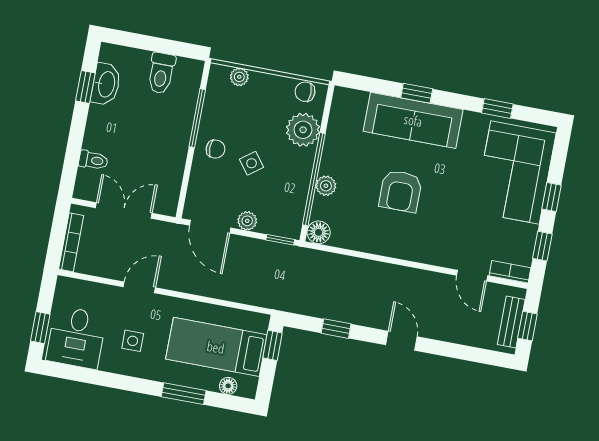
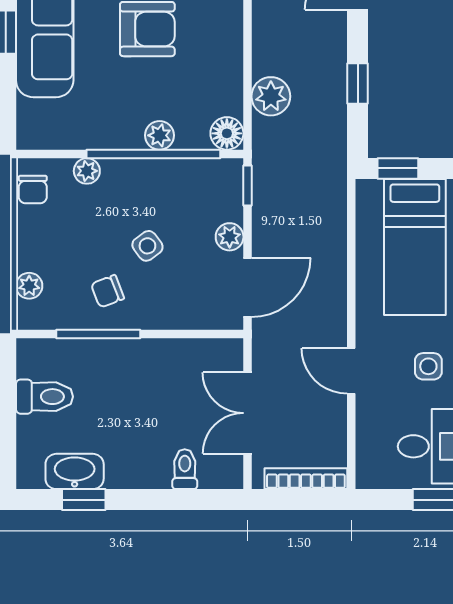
plant: (303, 130) -> (87, 171), width x0.53, depth x0.53
chair: (215, 149) -> (108, 291), moved, turned -111
plant: (338, 267) -> (271, 96), added

